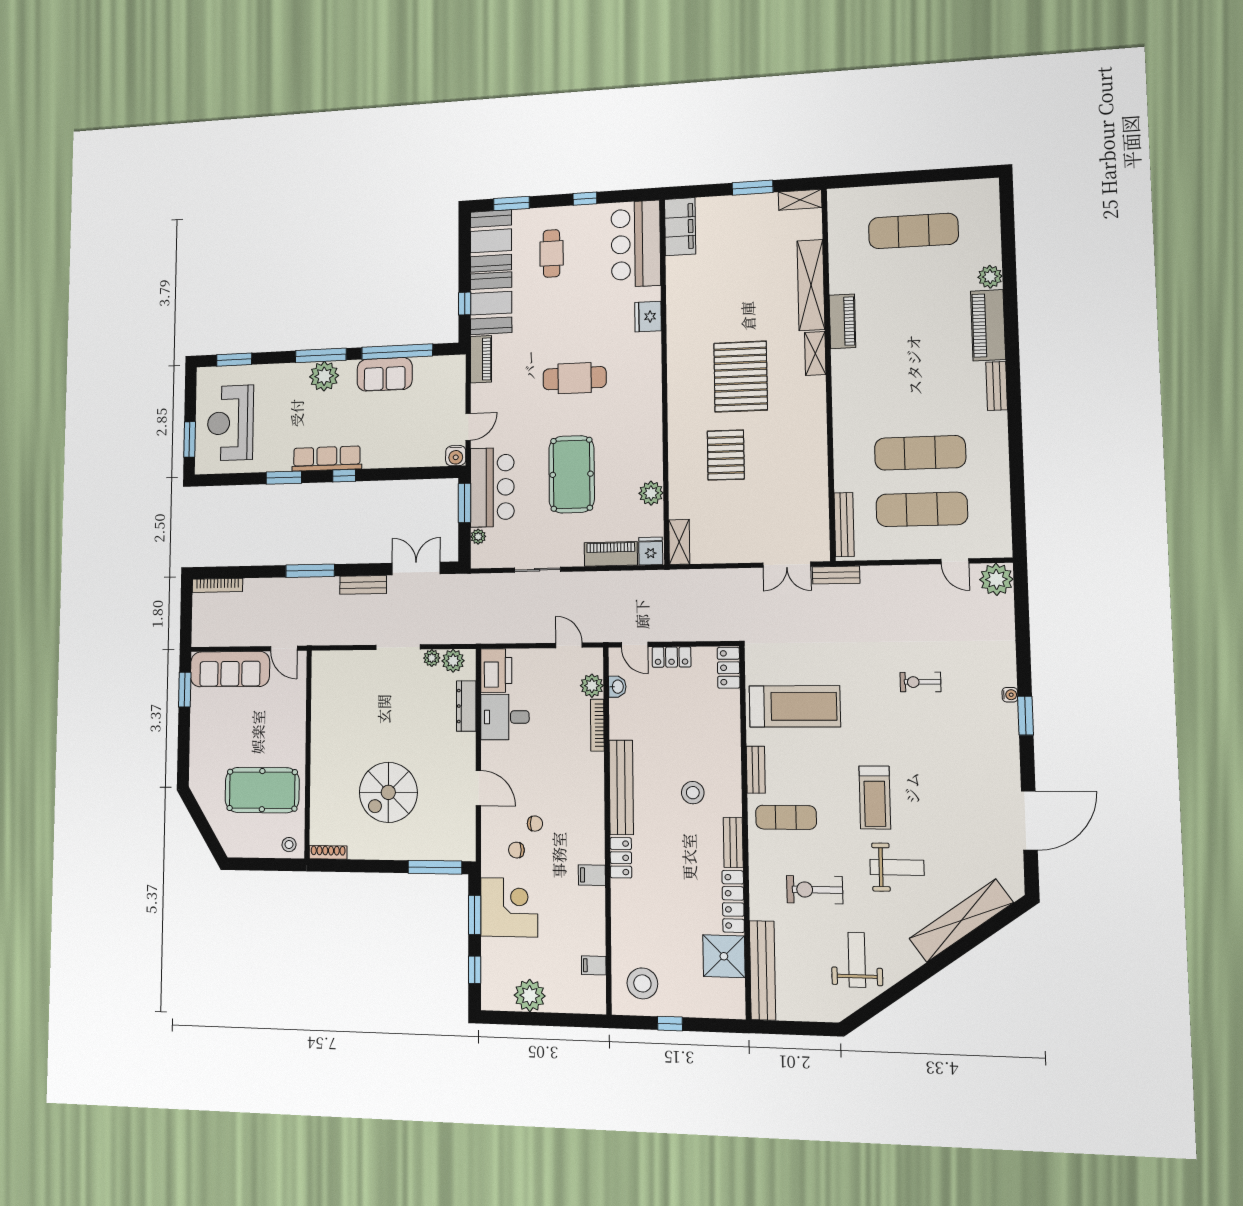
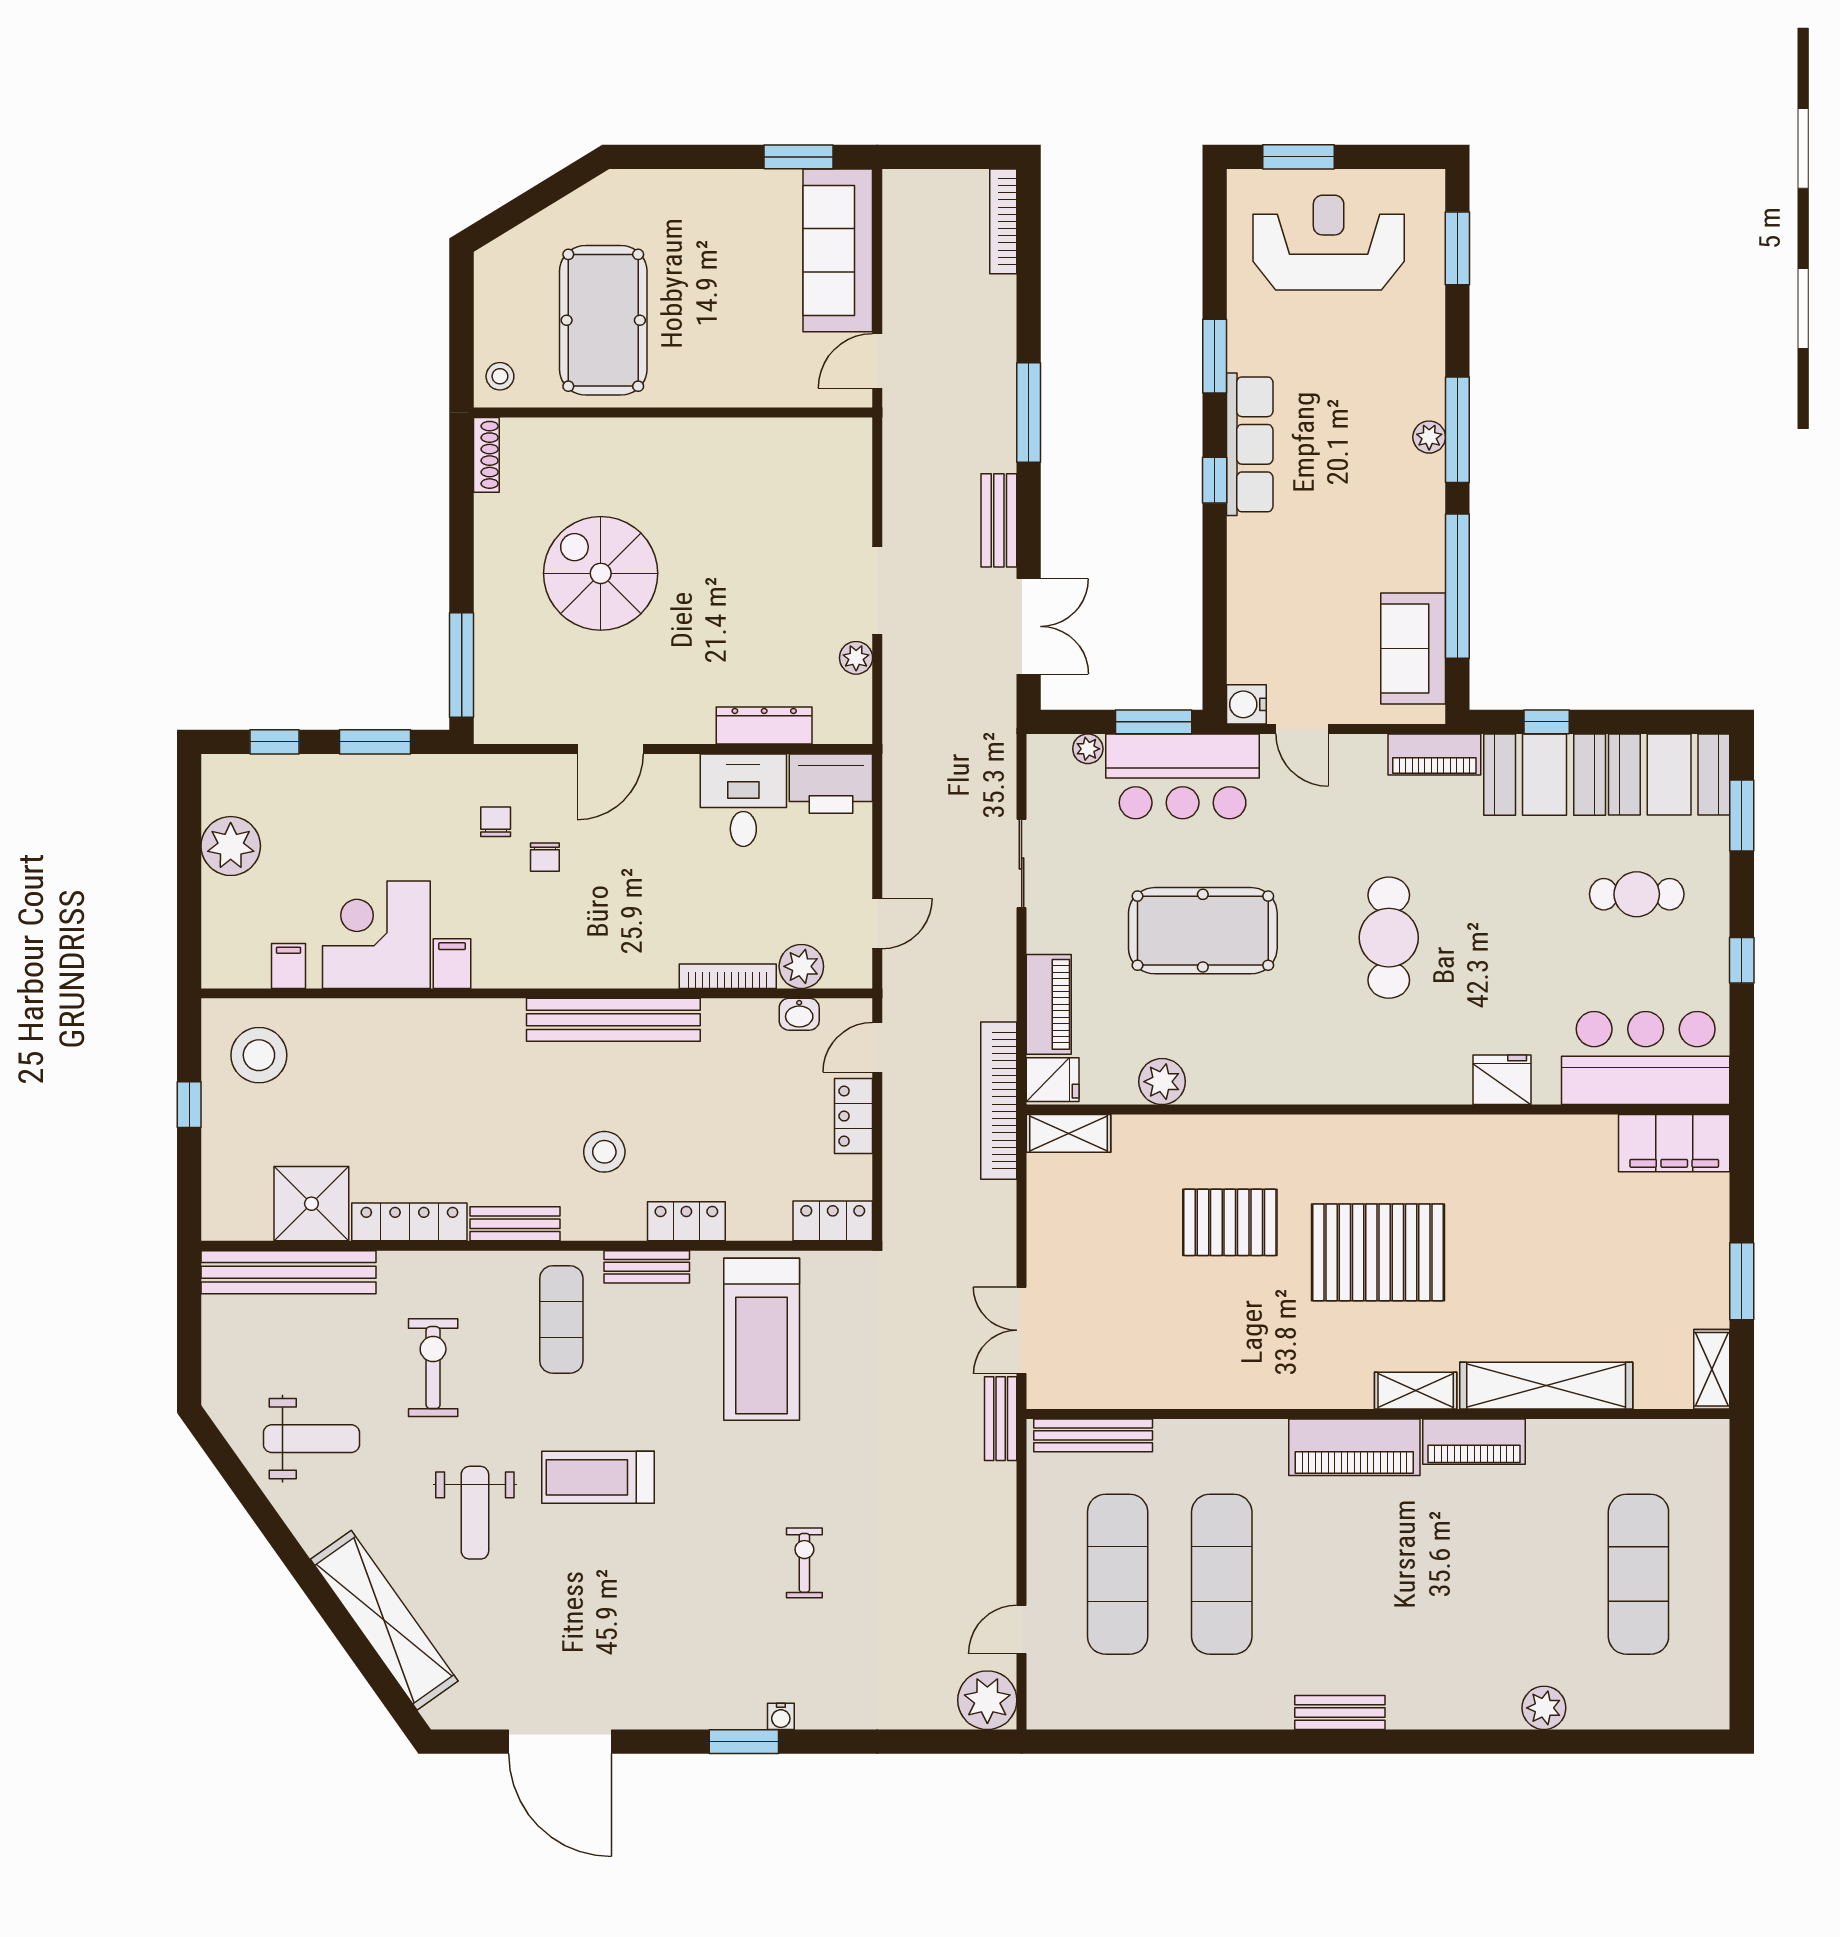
piano: (988, 325) -> (1354, 1447), moved, turned 180
sofa: (385, 374) -> (1413, 648), moved
plant: (324, 376) -> (1429, 437), width x0.53, depth x0.53
bookcase: (662, 579) -> (999, 1101), added
plant: (453, 661) -> (850, 700), removed
locker: (621, 858) -> (686, 1221), moved, turned 180
corner desk: (509, 907) -> (376, 935), moved, turned 180

